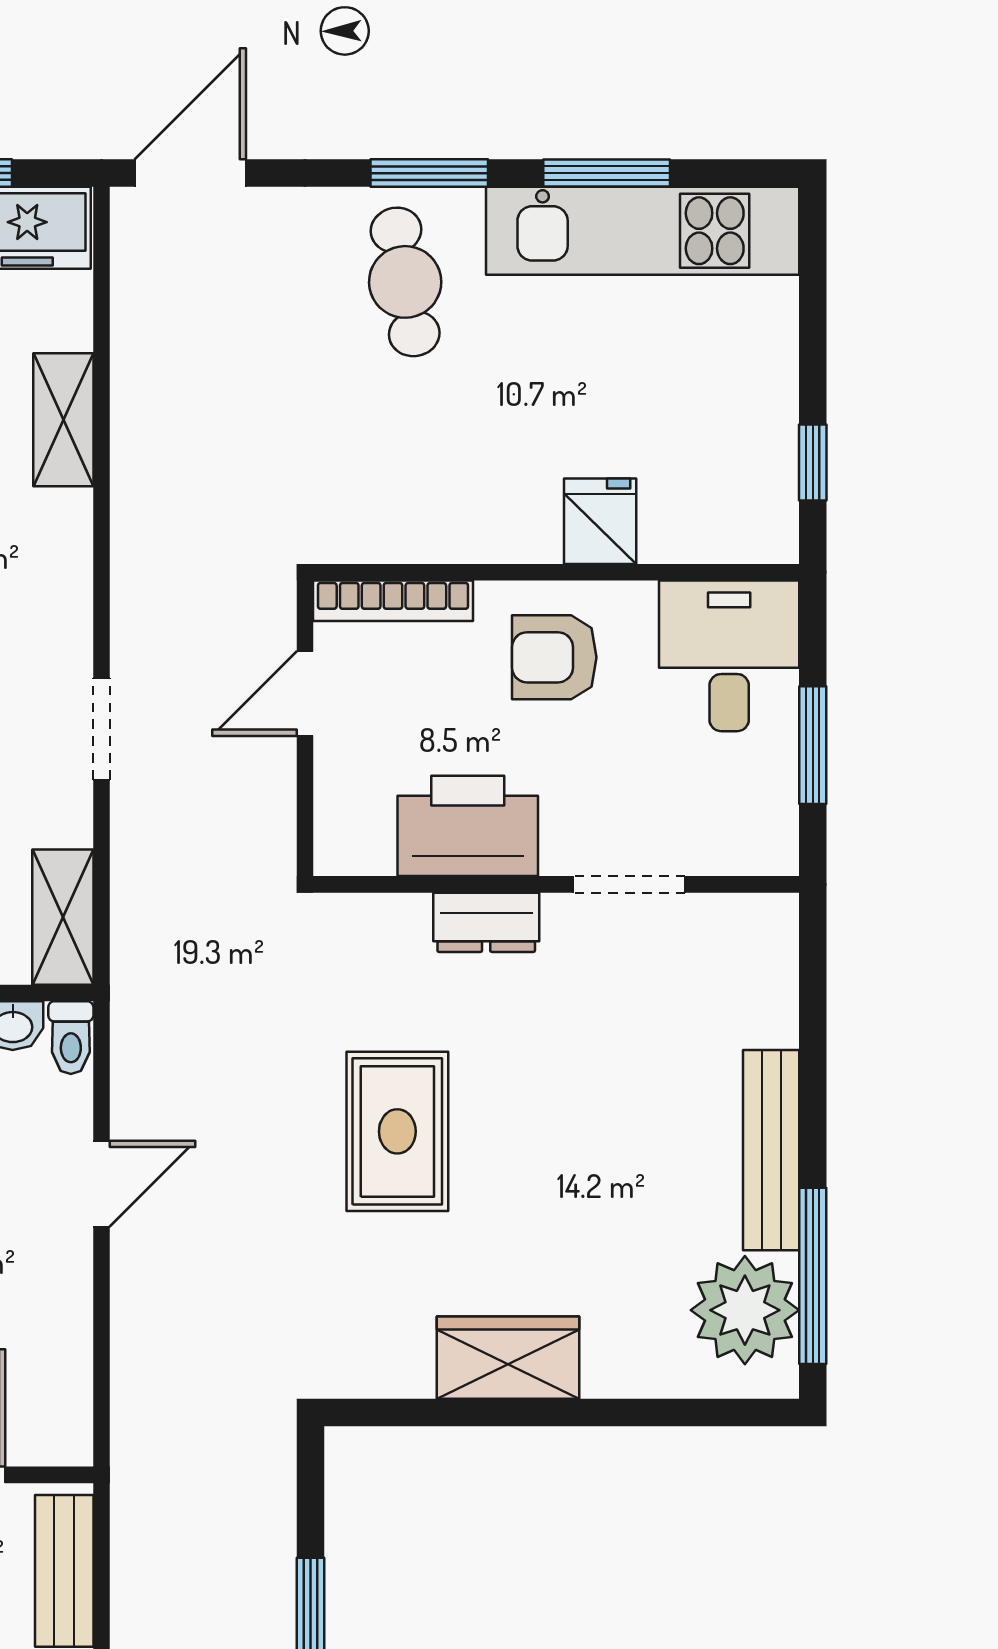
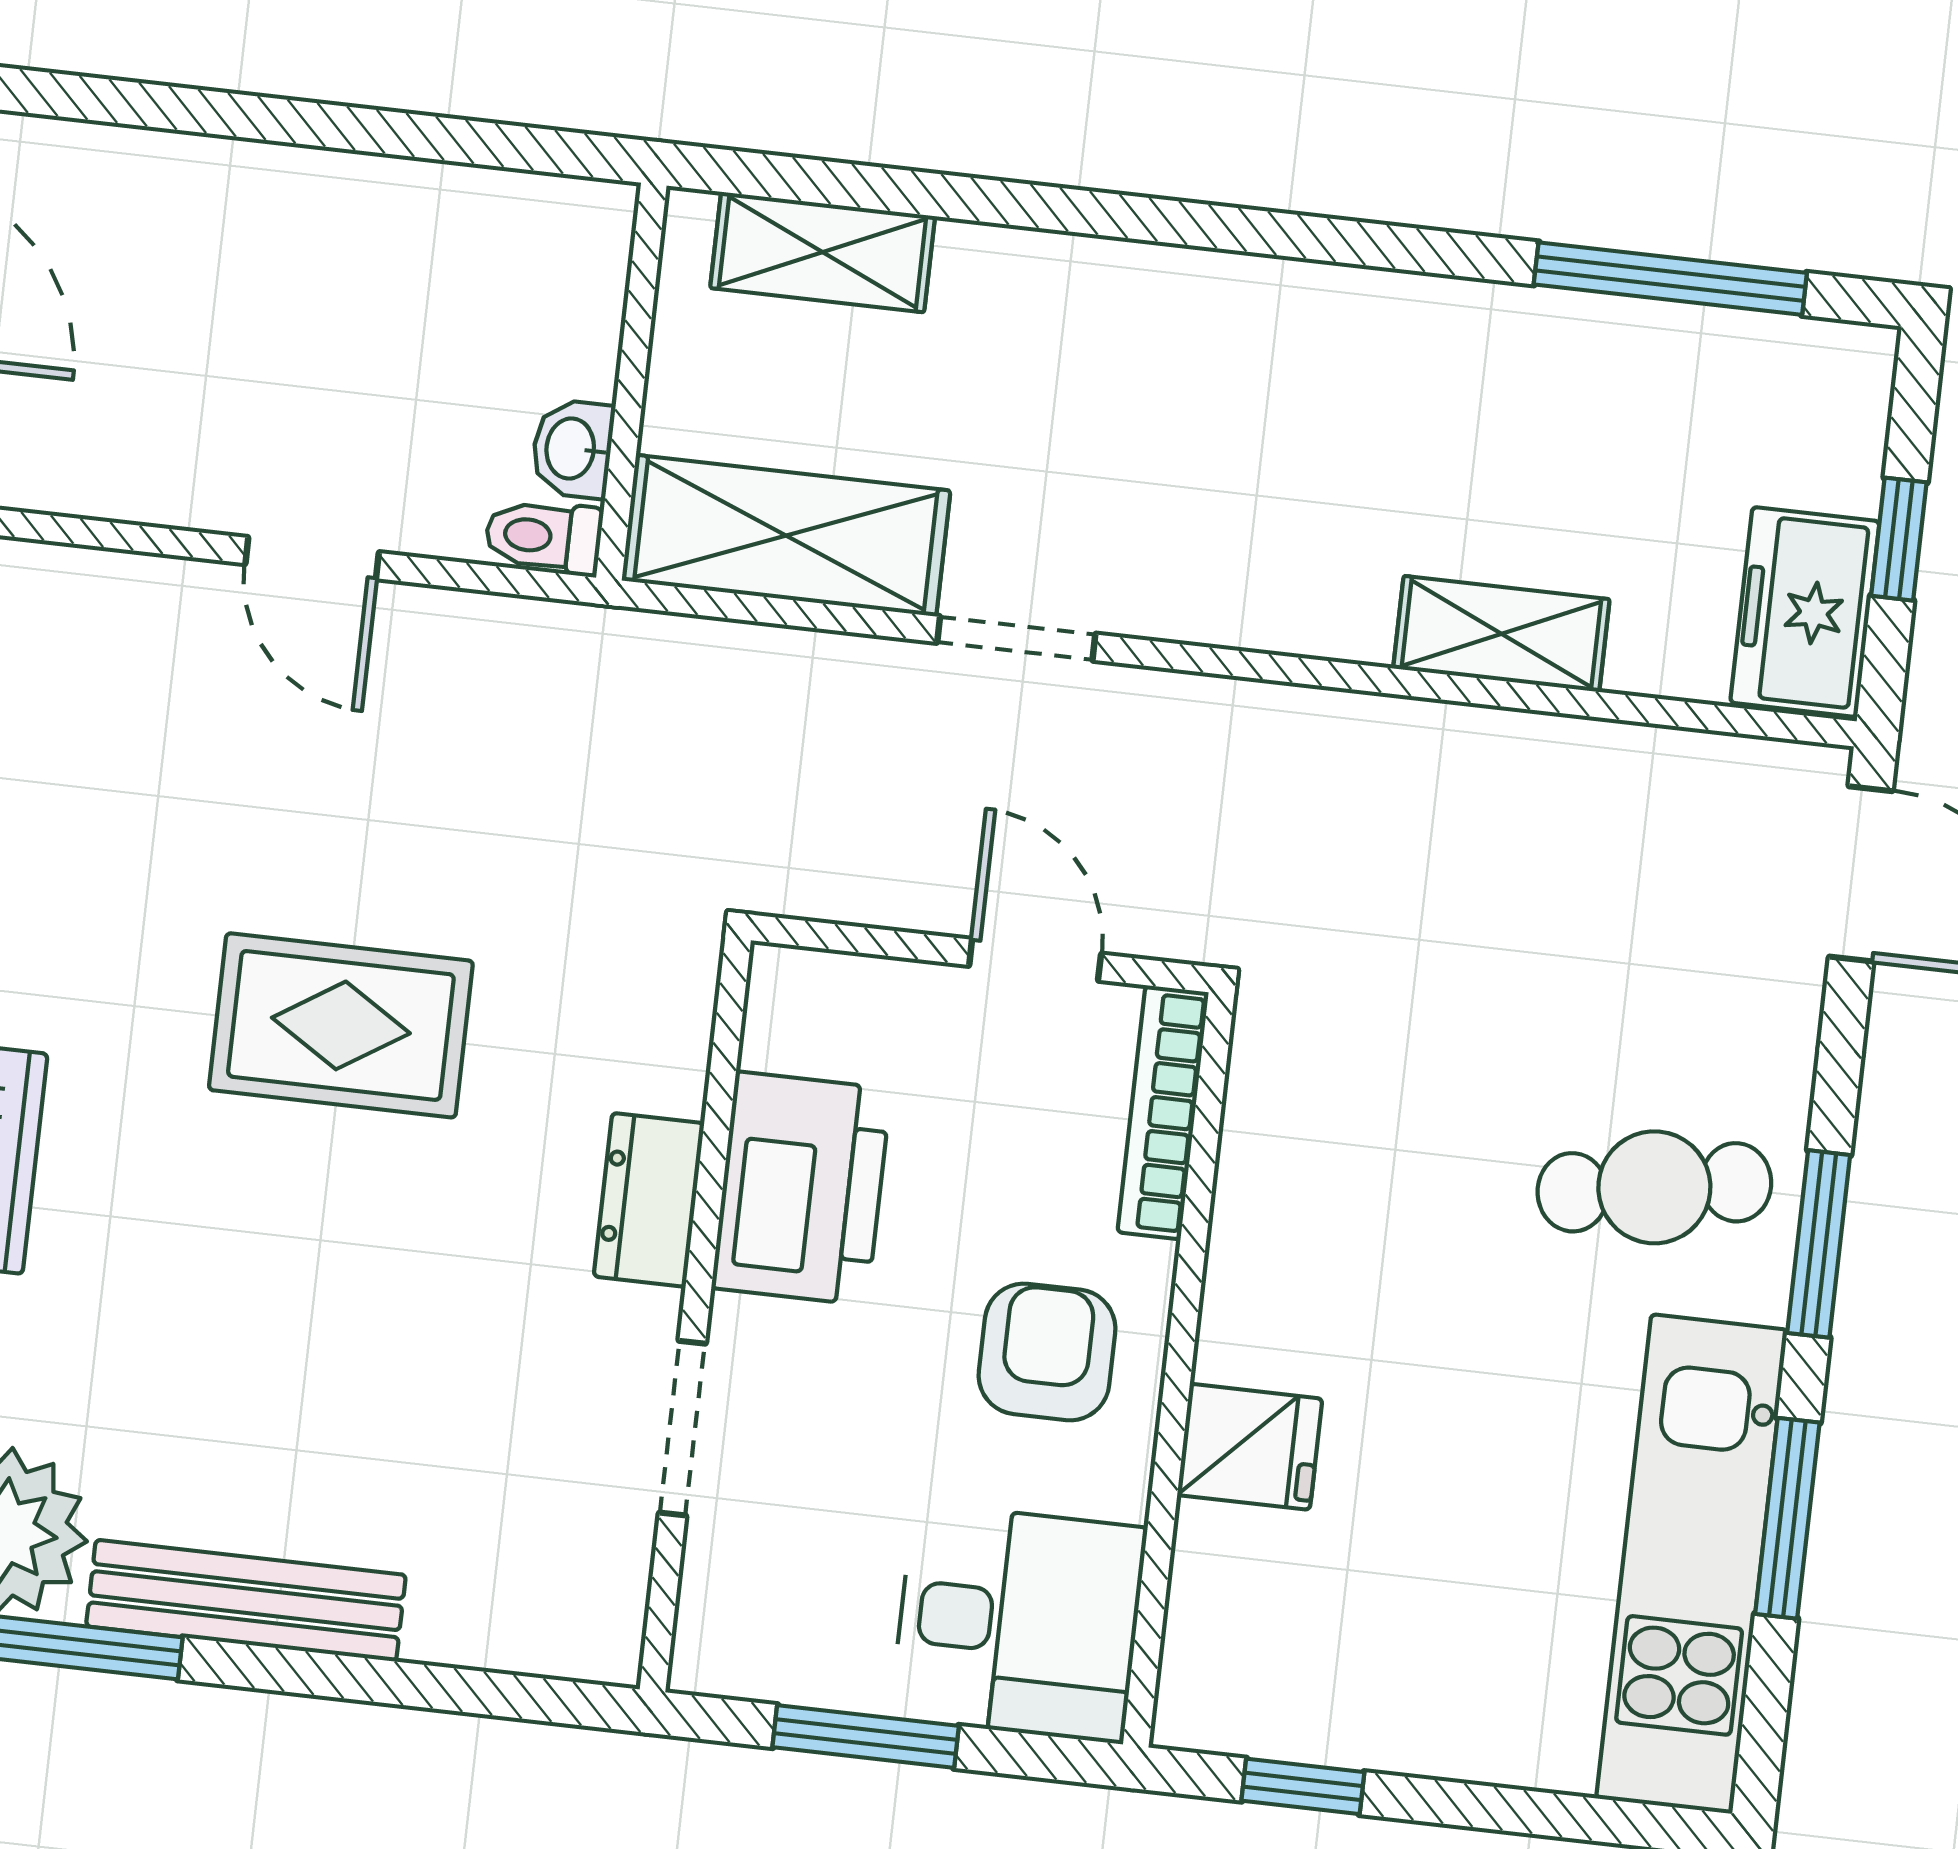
shelving: (63, 917) -> (786, 536), width x1.50, depth x1.33

